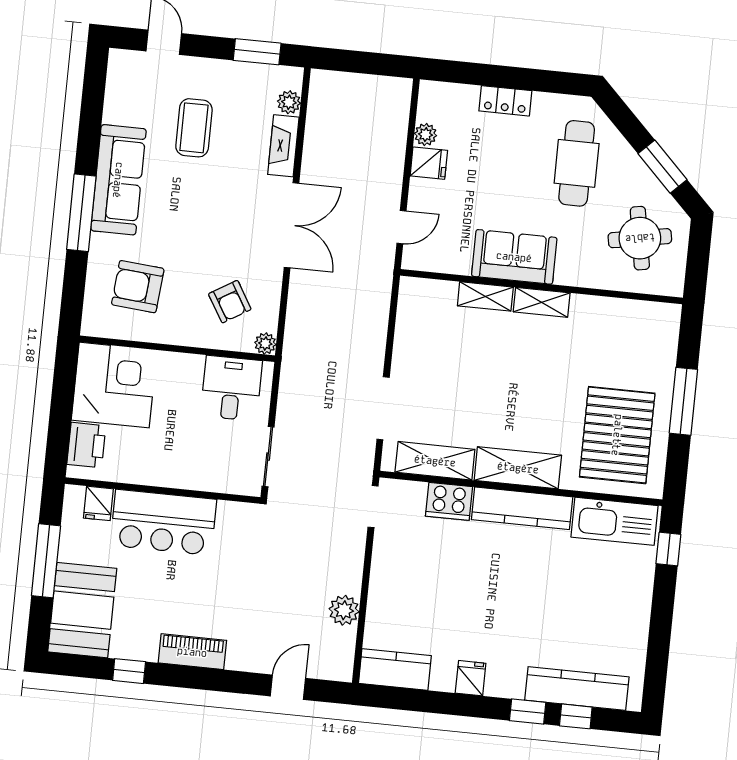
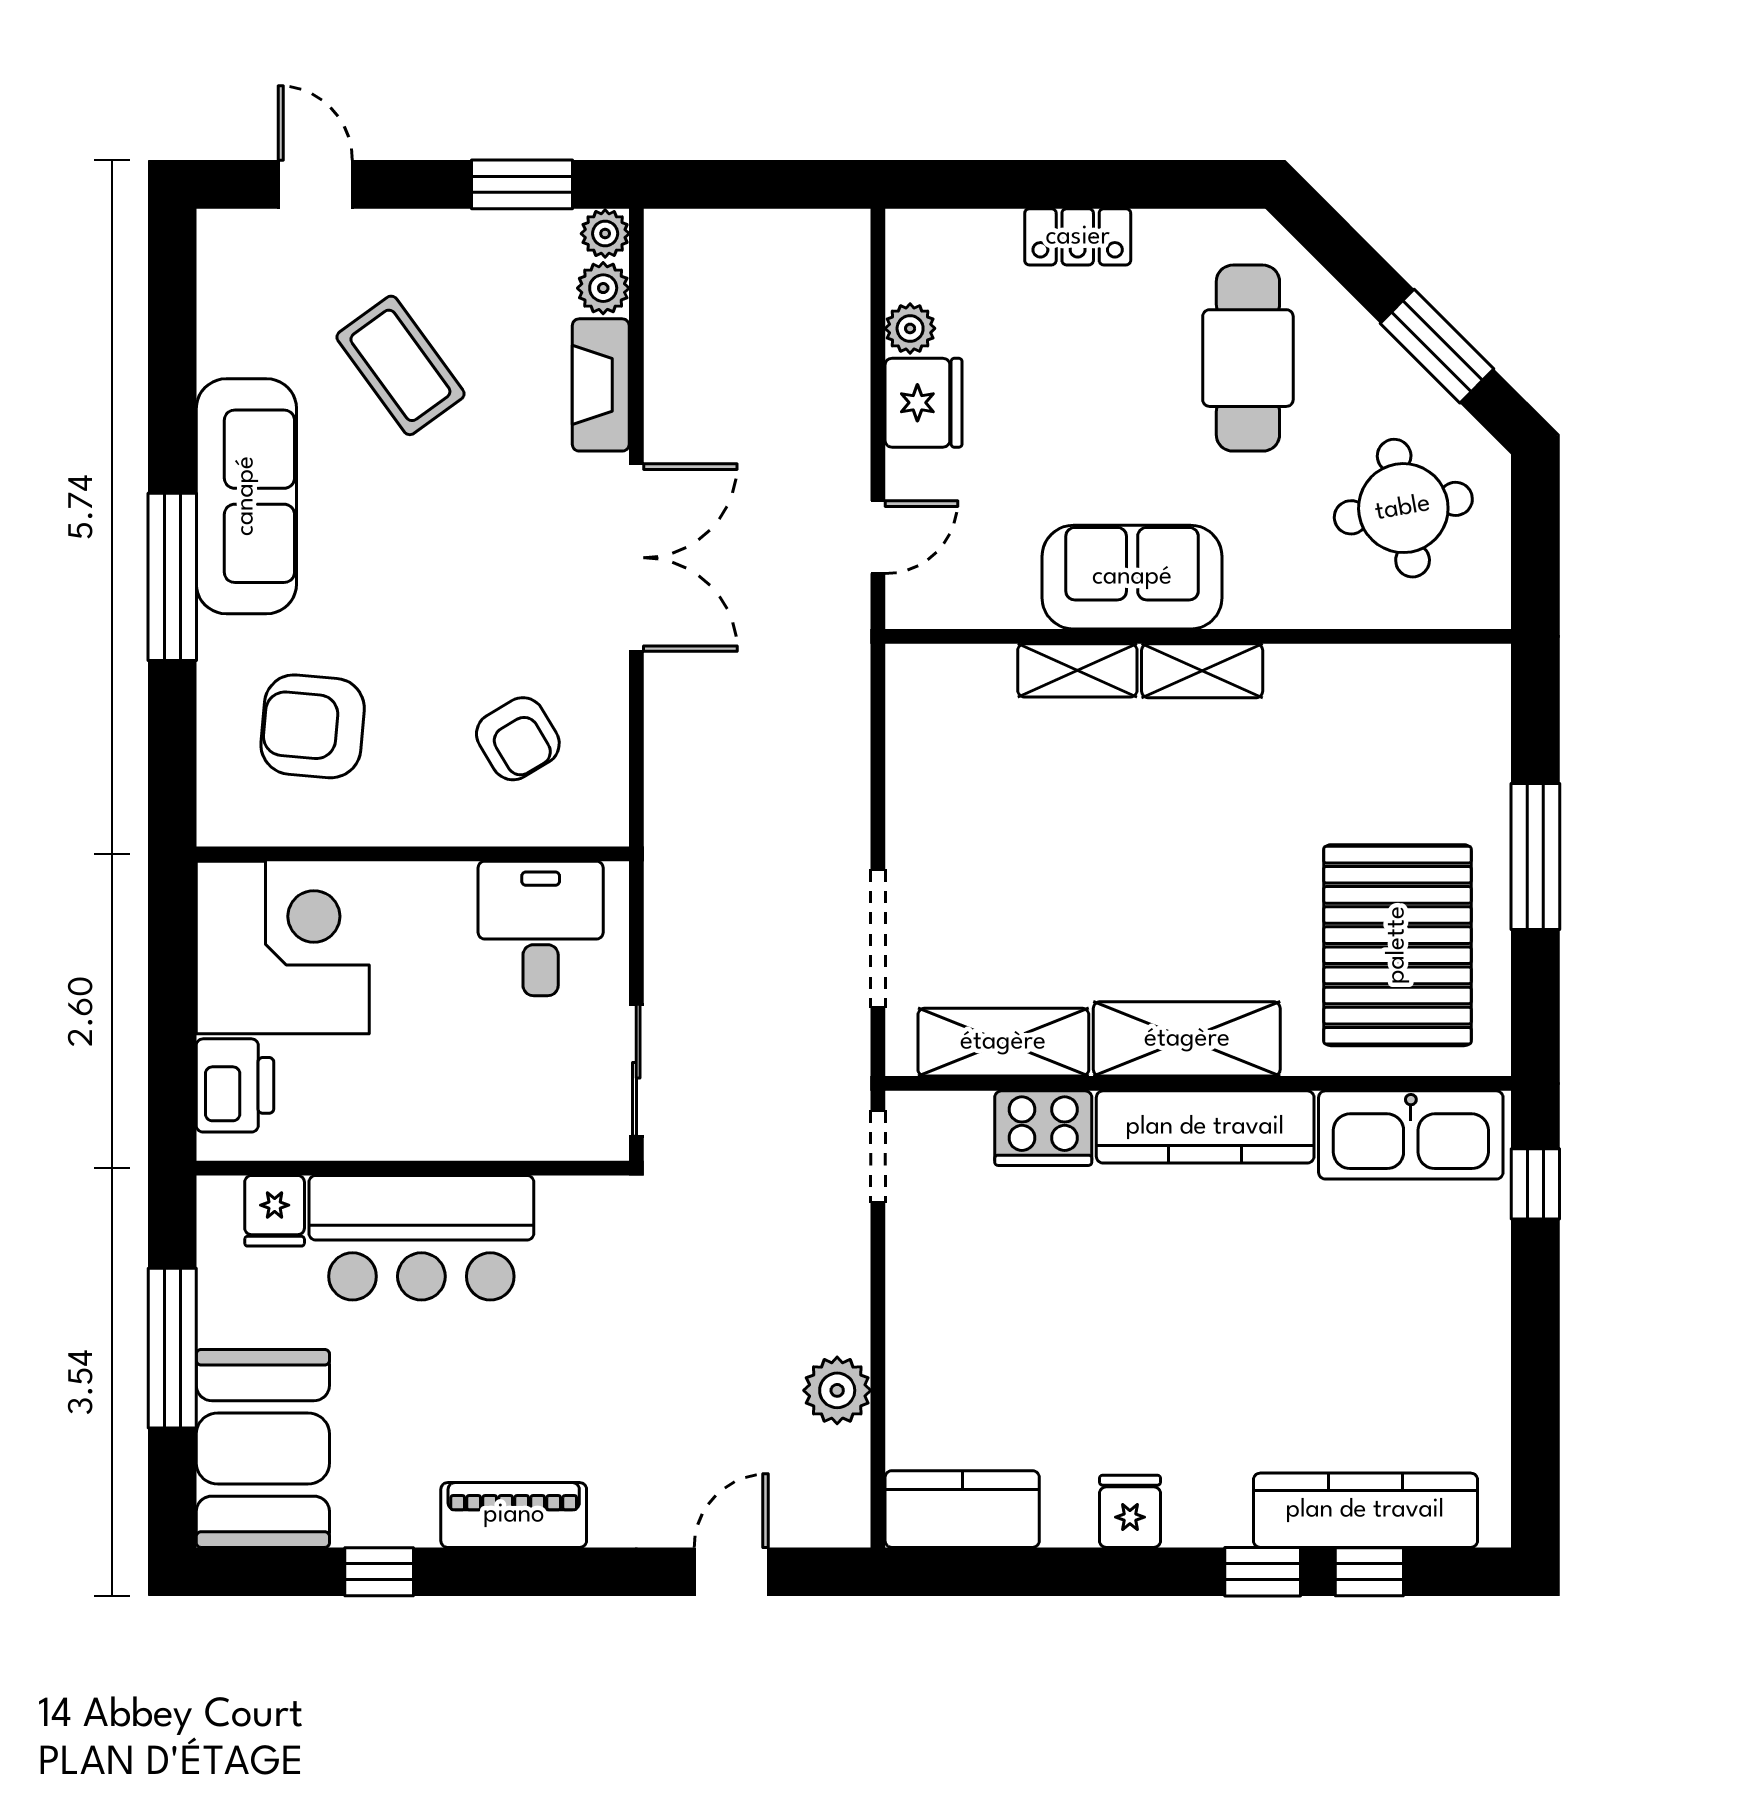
coffee table: (194, 128) -> (400, 365), turned -36
fridge: (429, 163) -> (924, 403), width x1.38
plant: (265, 343) -> (605, 234), moved

